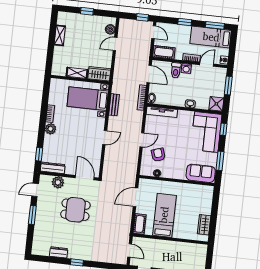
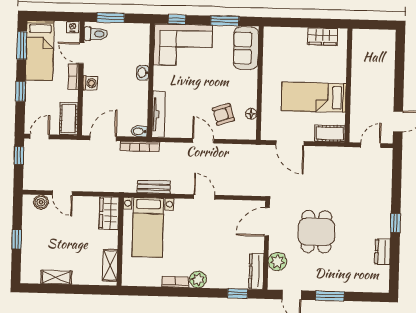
toilet: (176, 70) -> (96, 34), moved
shelving: (77, 73) -> (110, 265), moved
shower: (216, 104) -> (140, 33), removed

